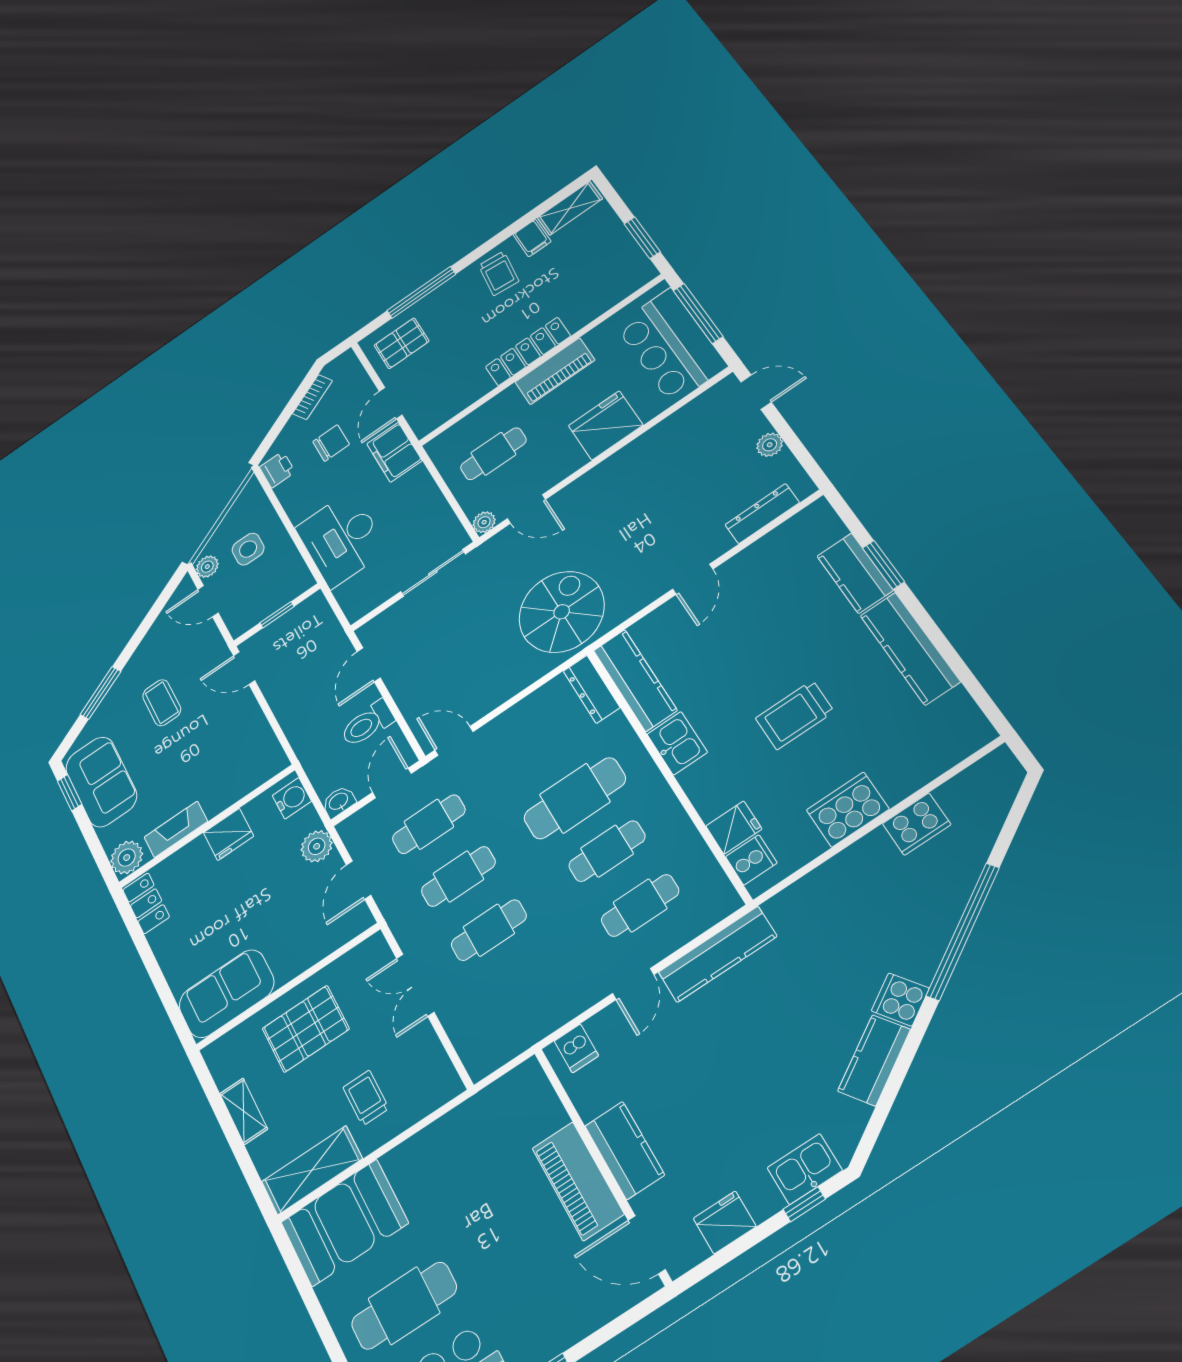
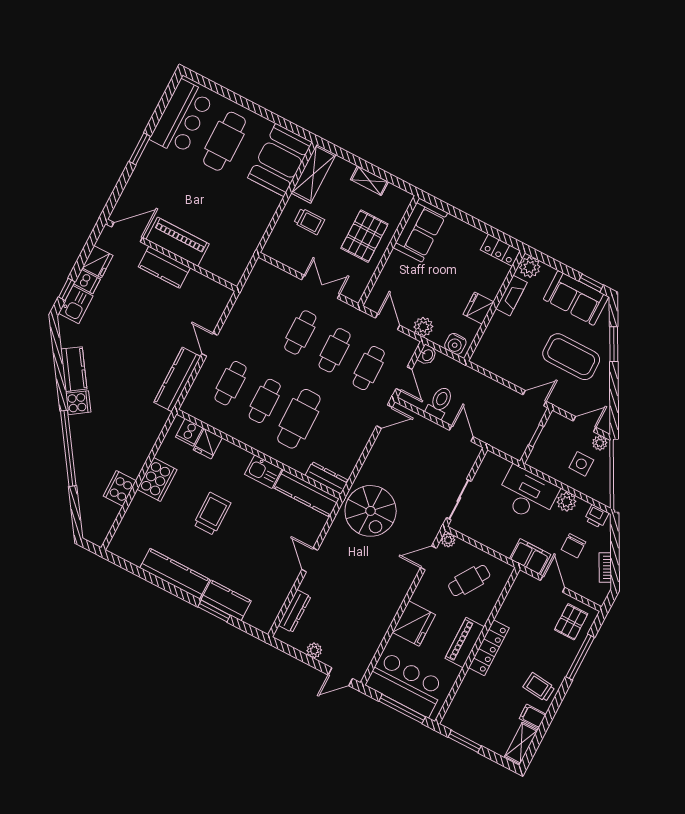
cafe table: (493, 454) -> (469, 581), turned 33
plant: (300, 506) -> (567, 502), added
coffee table: (162, 703) -> (571, 357), width x1.86, depth x1.72
dishwasher: (576, 1048) -> (87, 282), moved, turned 180

